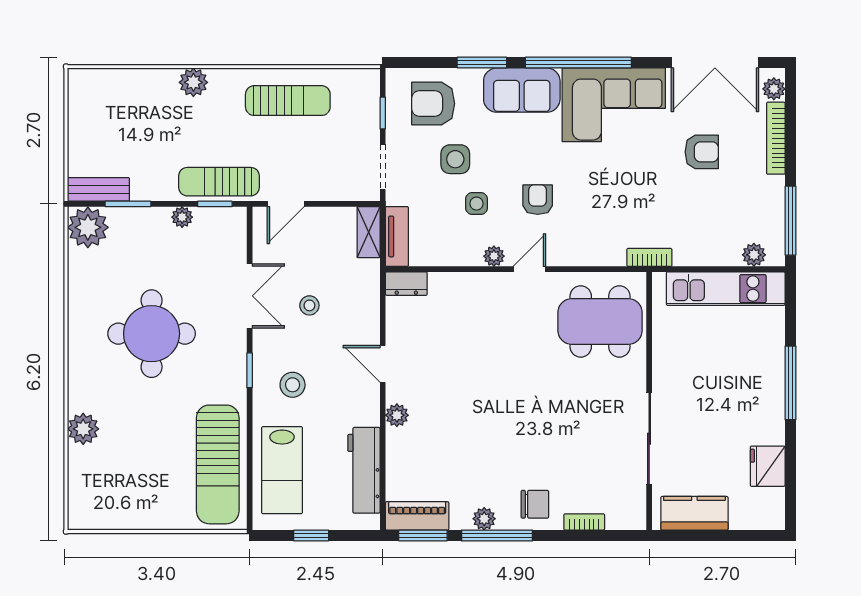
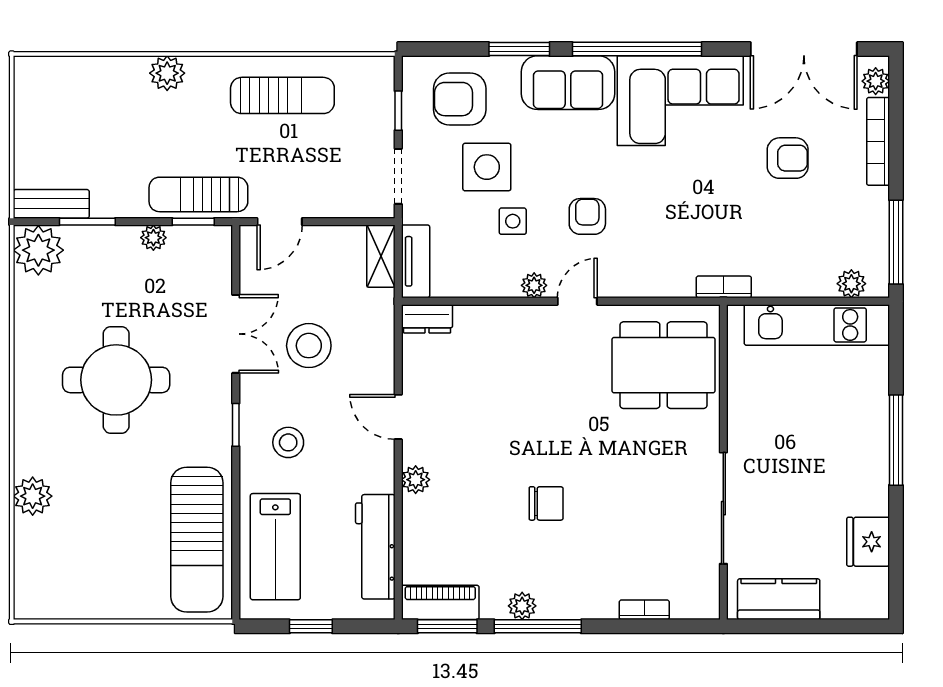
side table: (455, 159) -> (487, 167), width x1.37, depth x1.37
stool: (309, 305) -> (309, 346), width x1.89, depth x1.89
chair: (535, 504) -> (546, 503), moved

